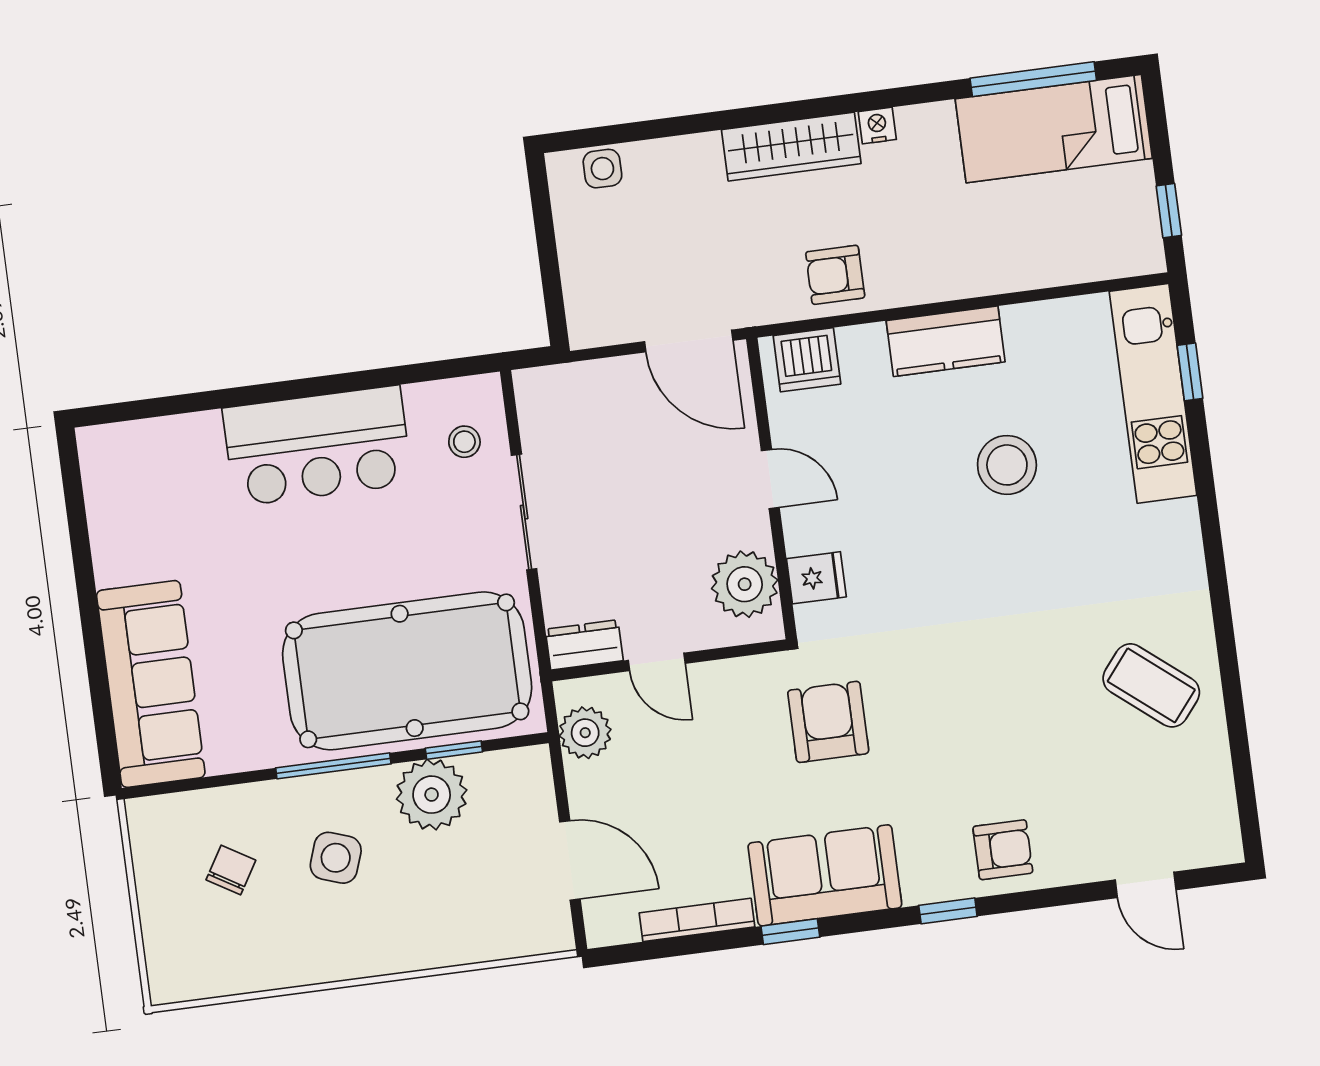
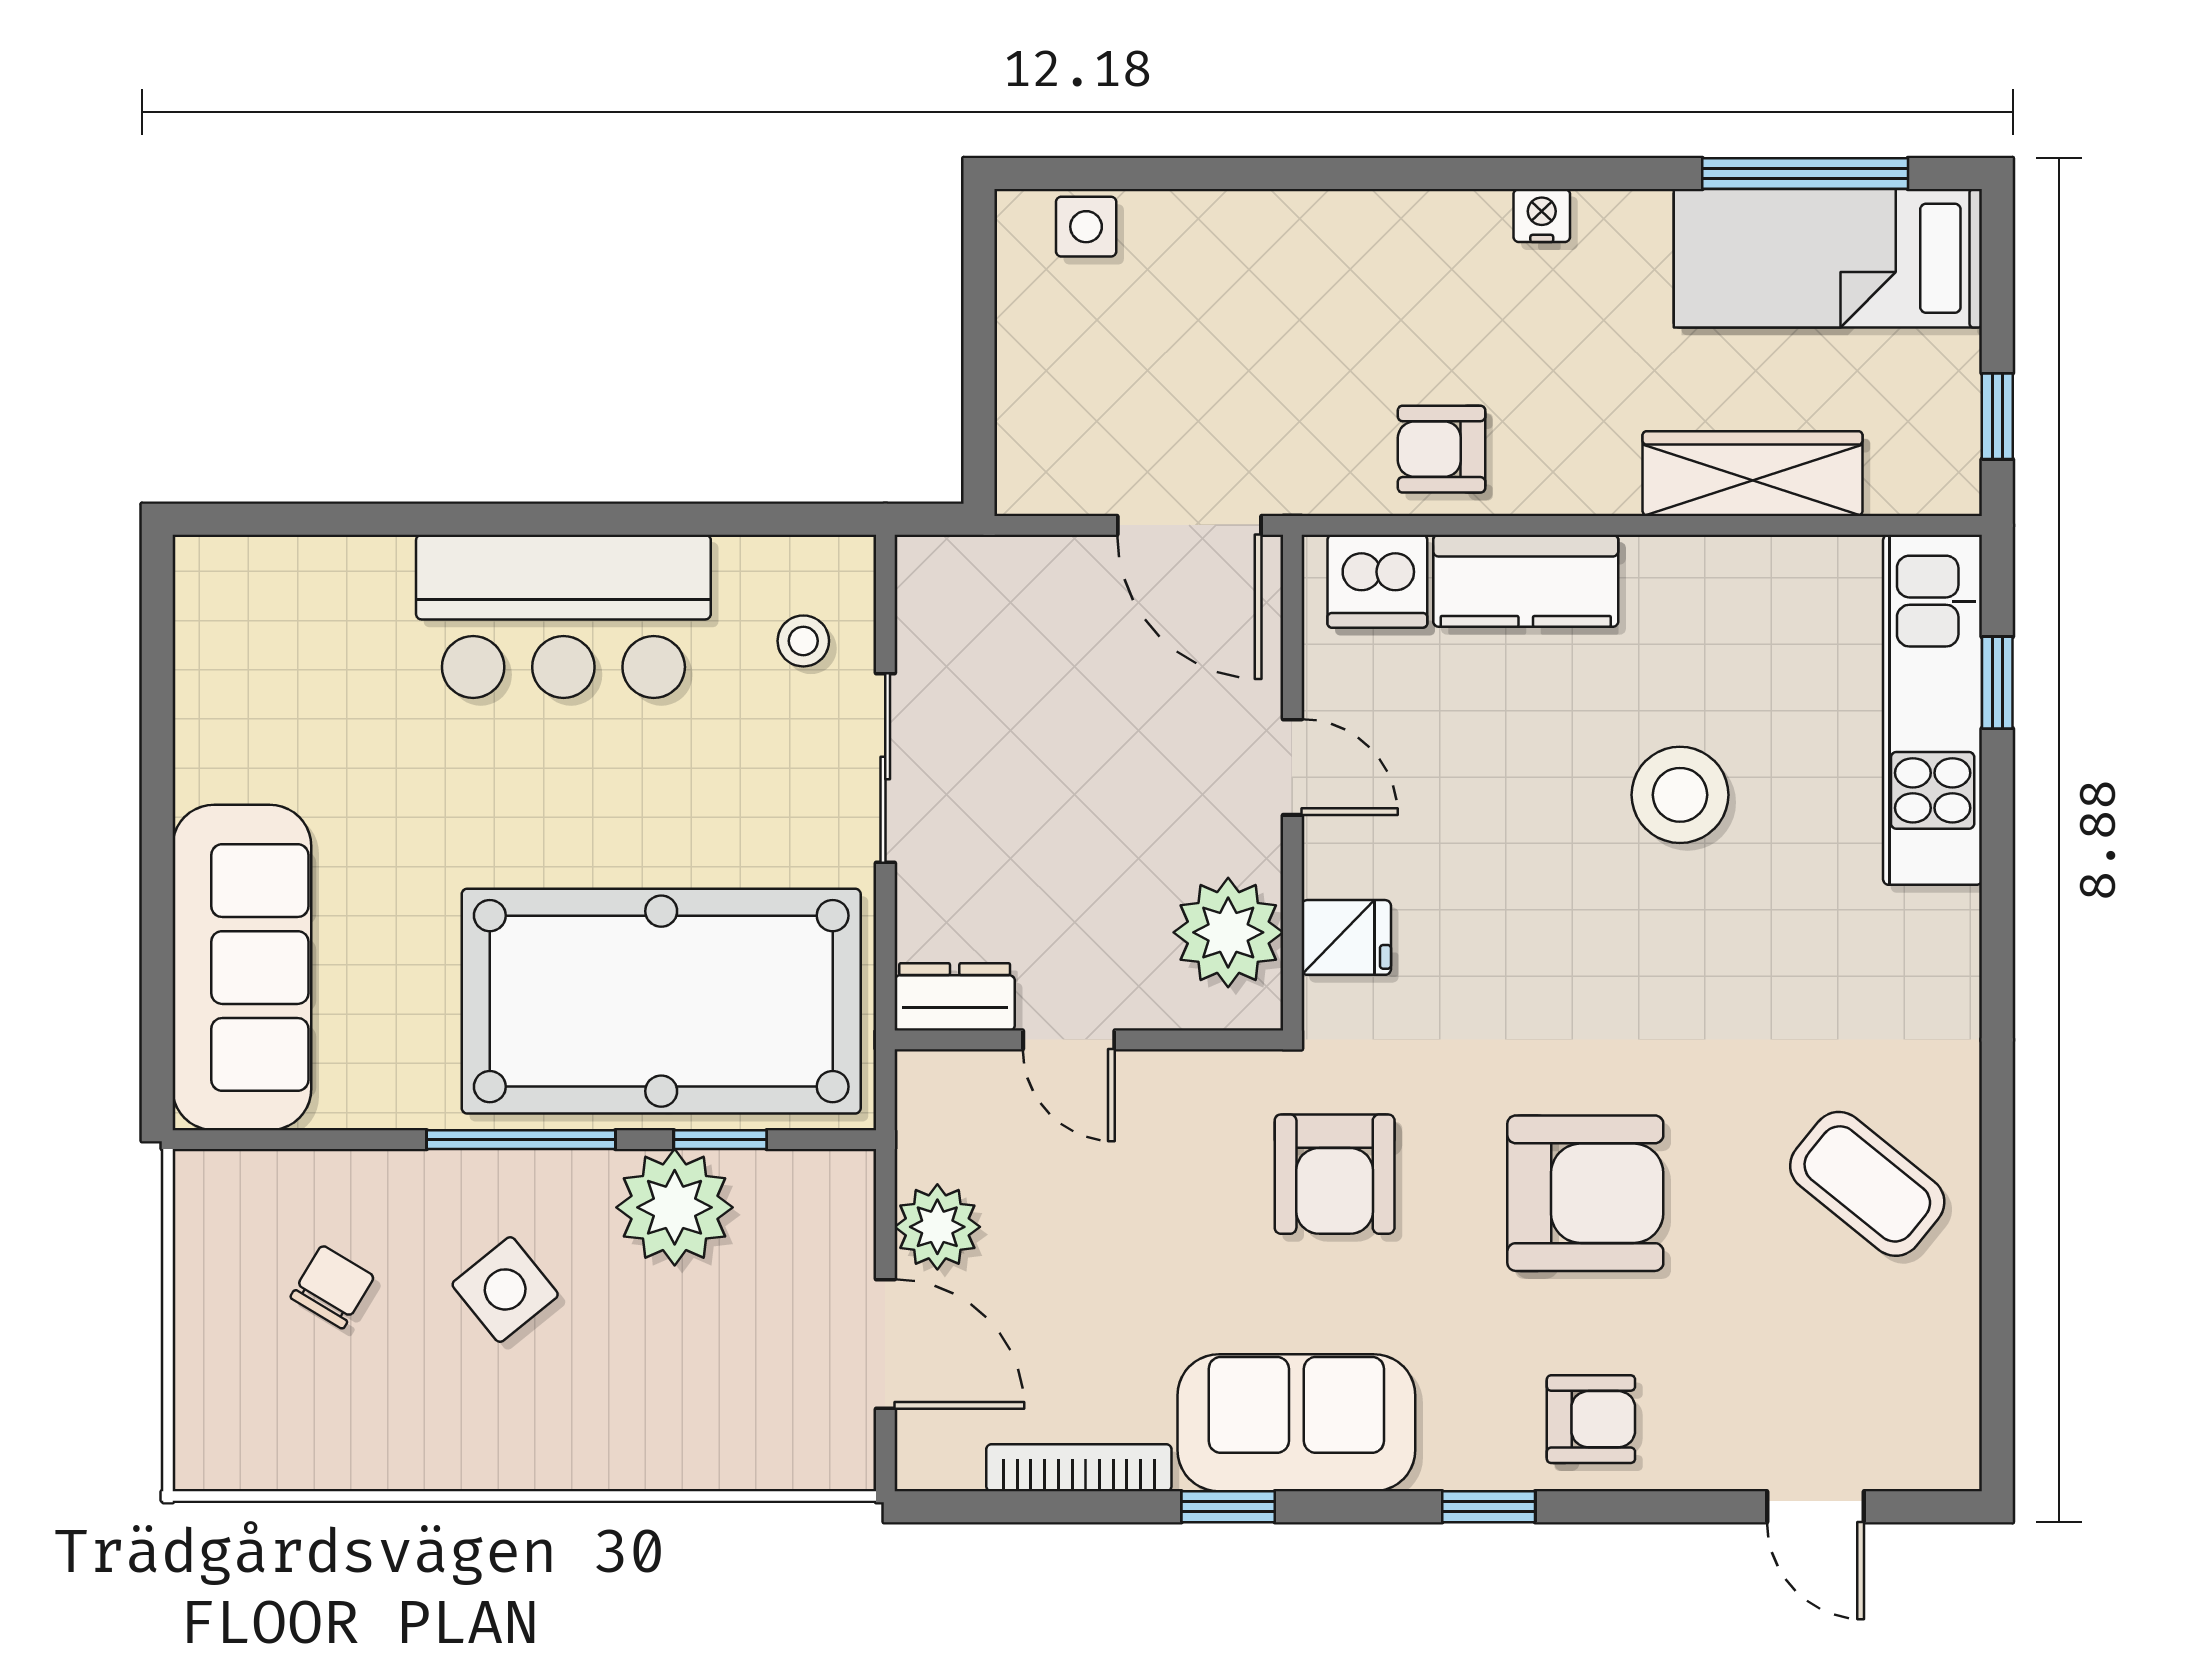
wardrobe: (791, 147) -> (1753, 474), moved, turned 180
kitchen counter: (946, 341) -> (1526, 581), moved
armchair: (981, 714) -> (1585, 1193), added
armchair: (828, 722) -> (1335, 1174), turned 180
plant: (585, 733) -> (937, 1227), moved
side table: (336, 858) -> (505, 1289), turned 32

